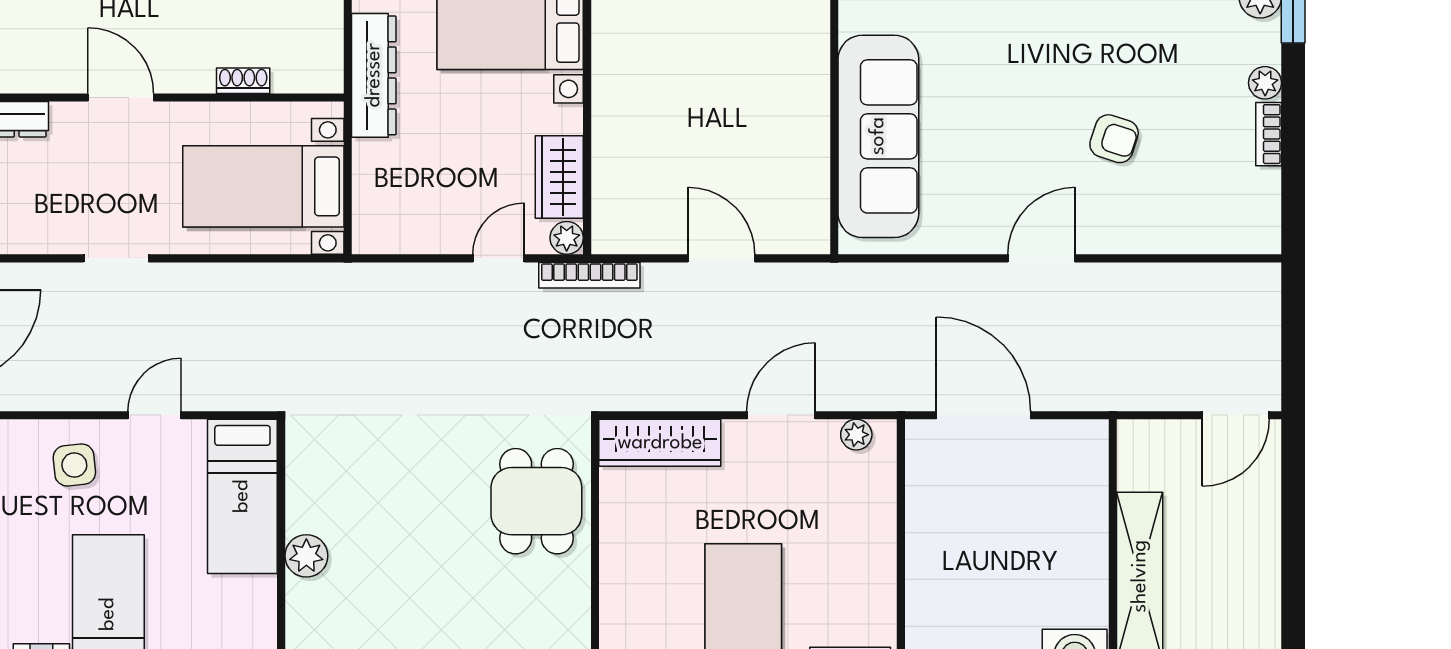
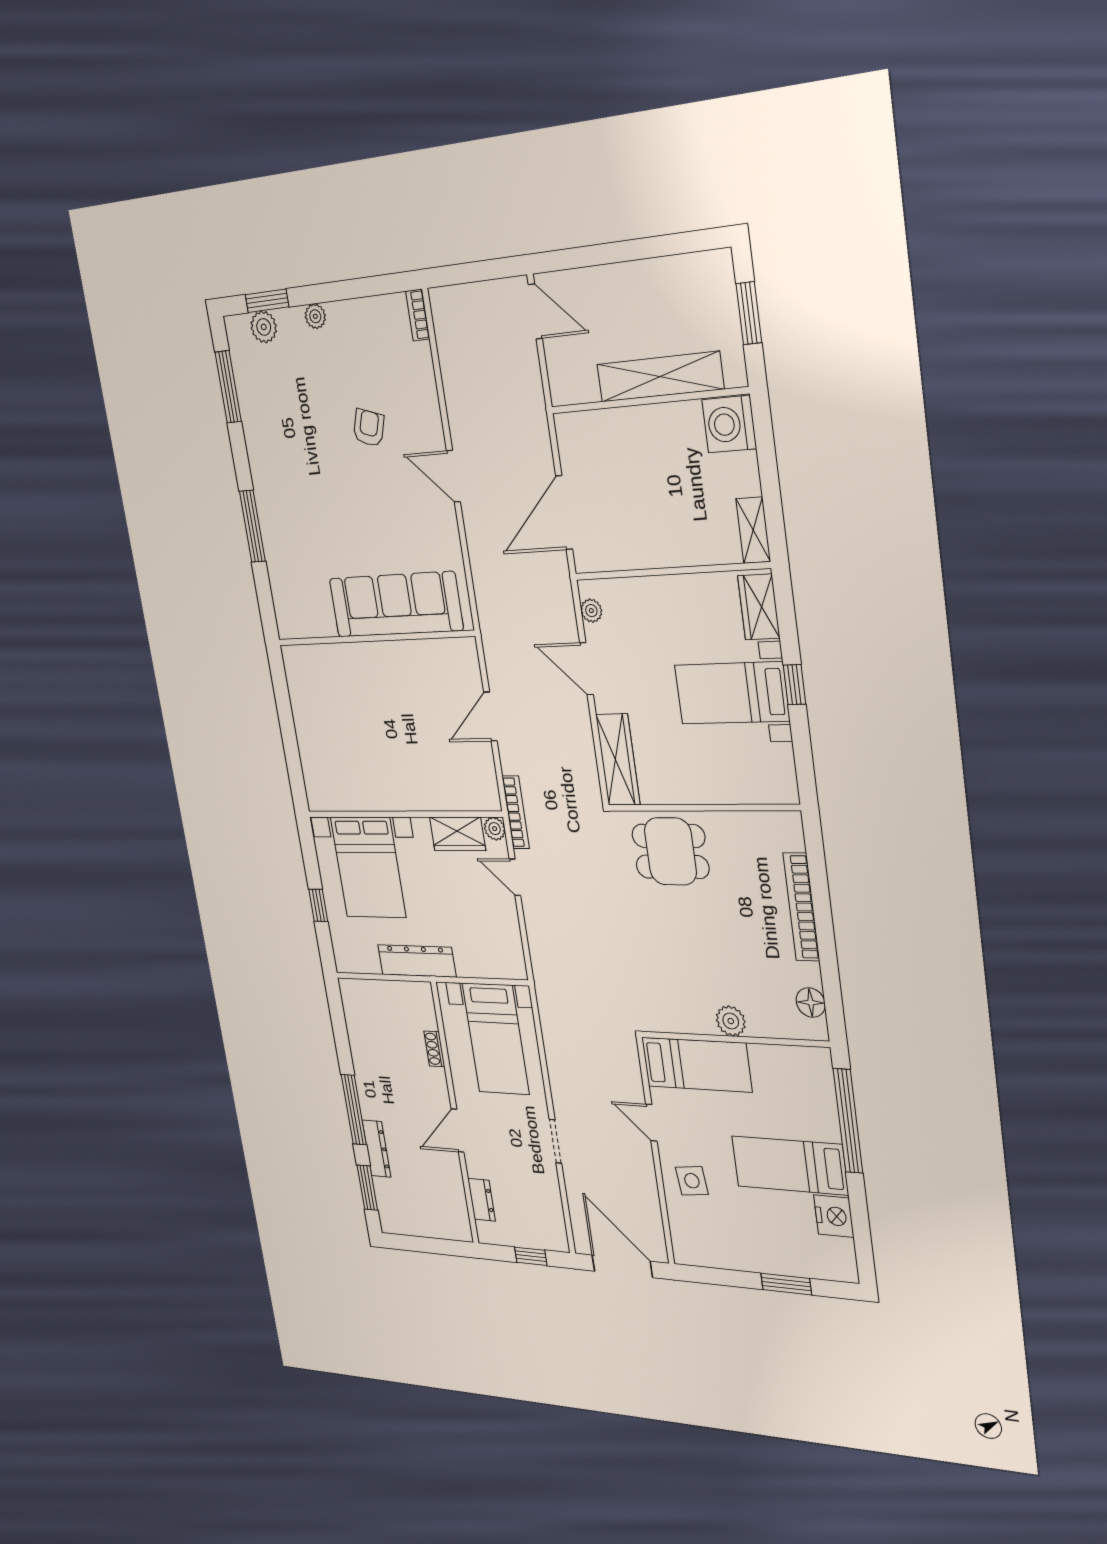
bookcase: (1269, 134) -> (418, 315), moved, turned 90

